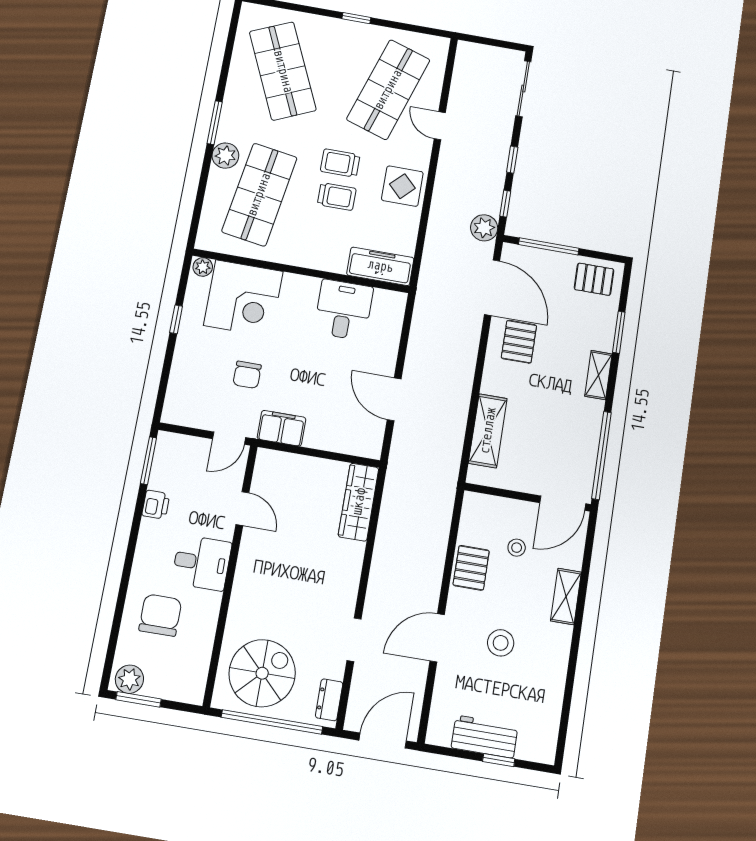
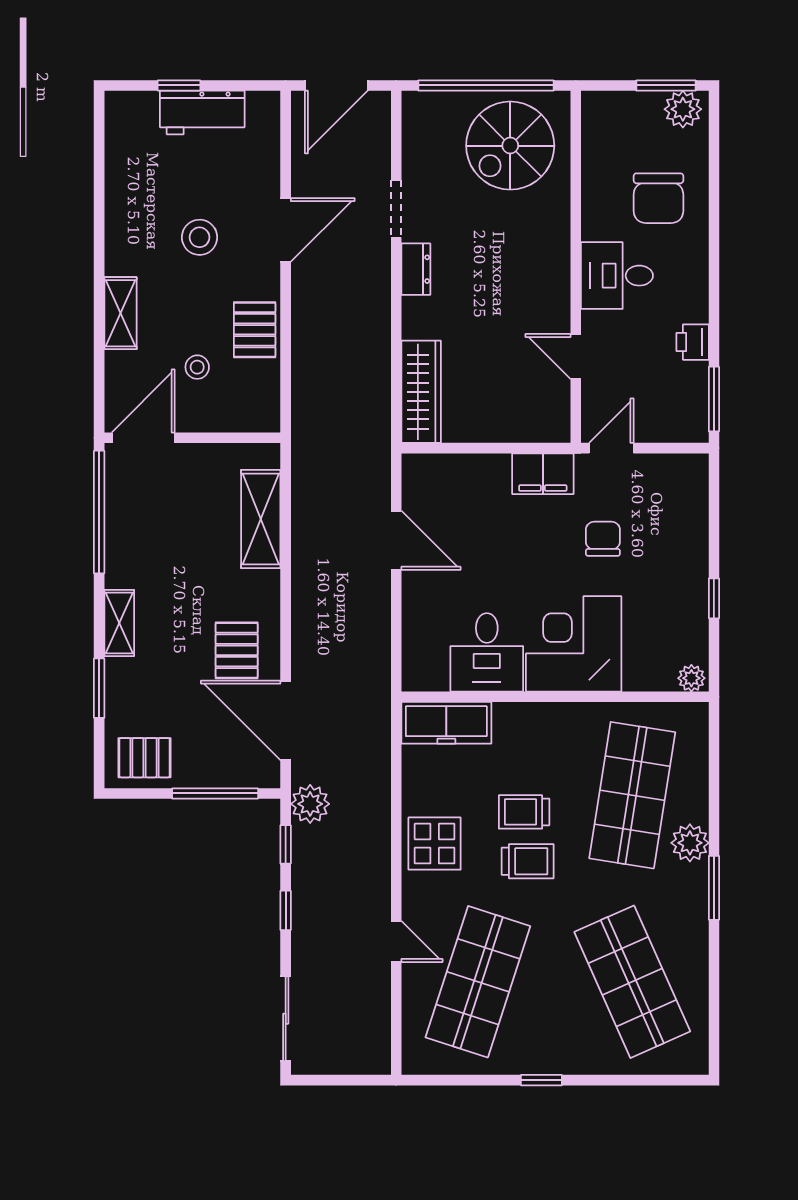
corner desk: (243, 298) -> (574, 644), moved
dresser: (329, 700) -> (416, 269), moved

